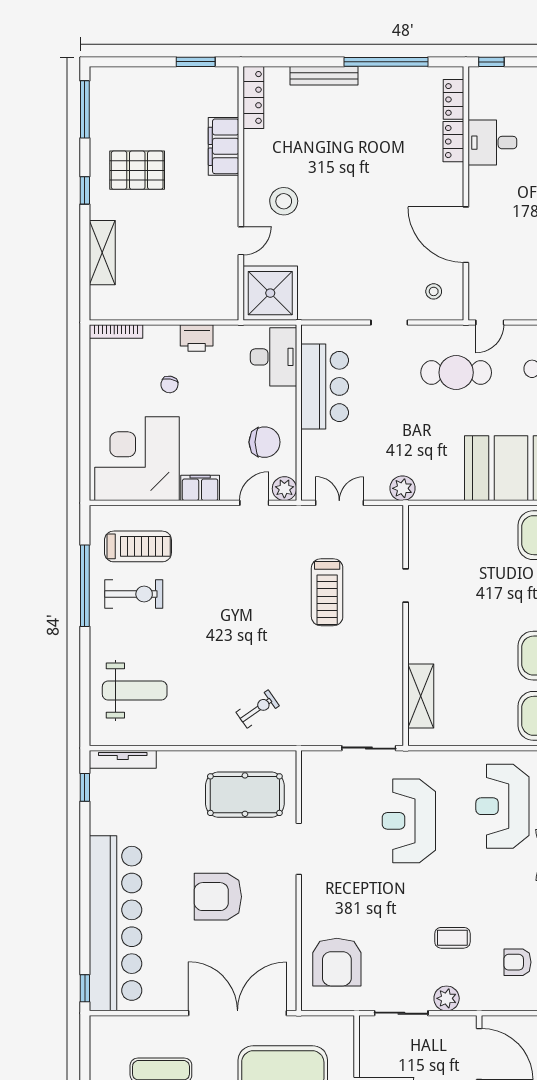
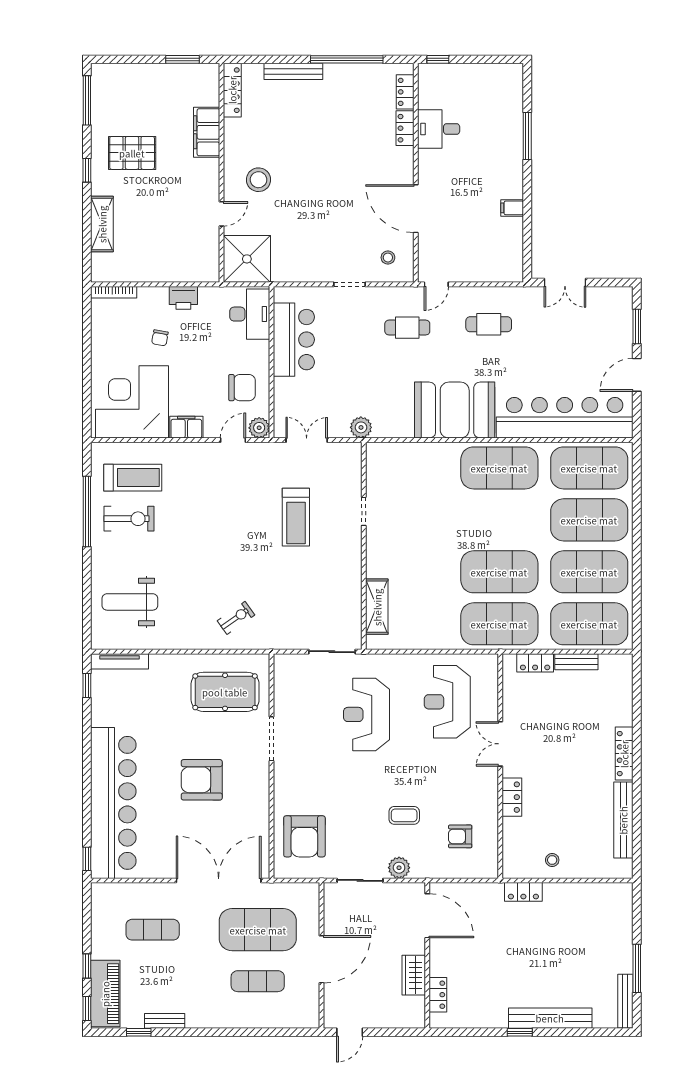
cafe table: (456, 373) -> (407, 328), width x0.73, depth x0.74
weight bench: (135, 691) -> (130, 602), turned 180

